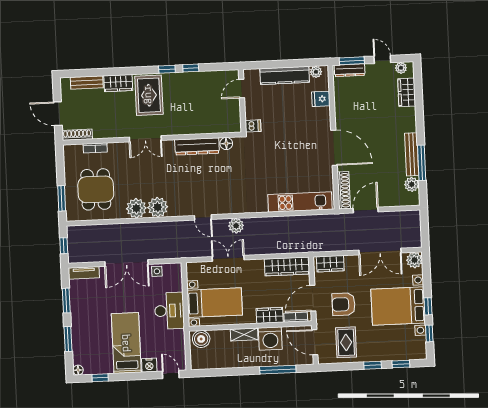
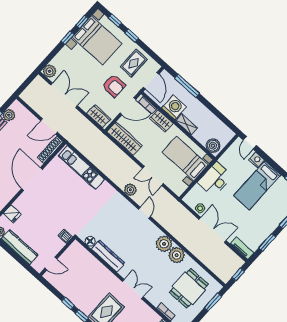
bed with nightstands: (398, 306) -> (97, 40), moved

